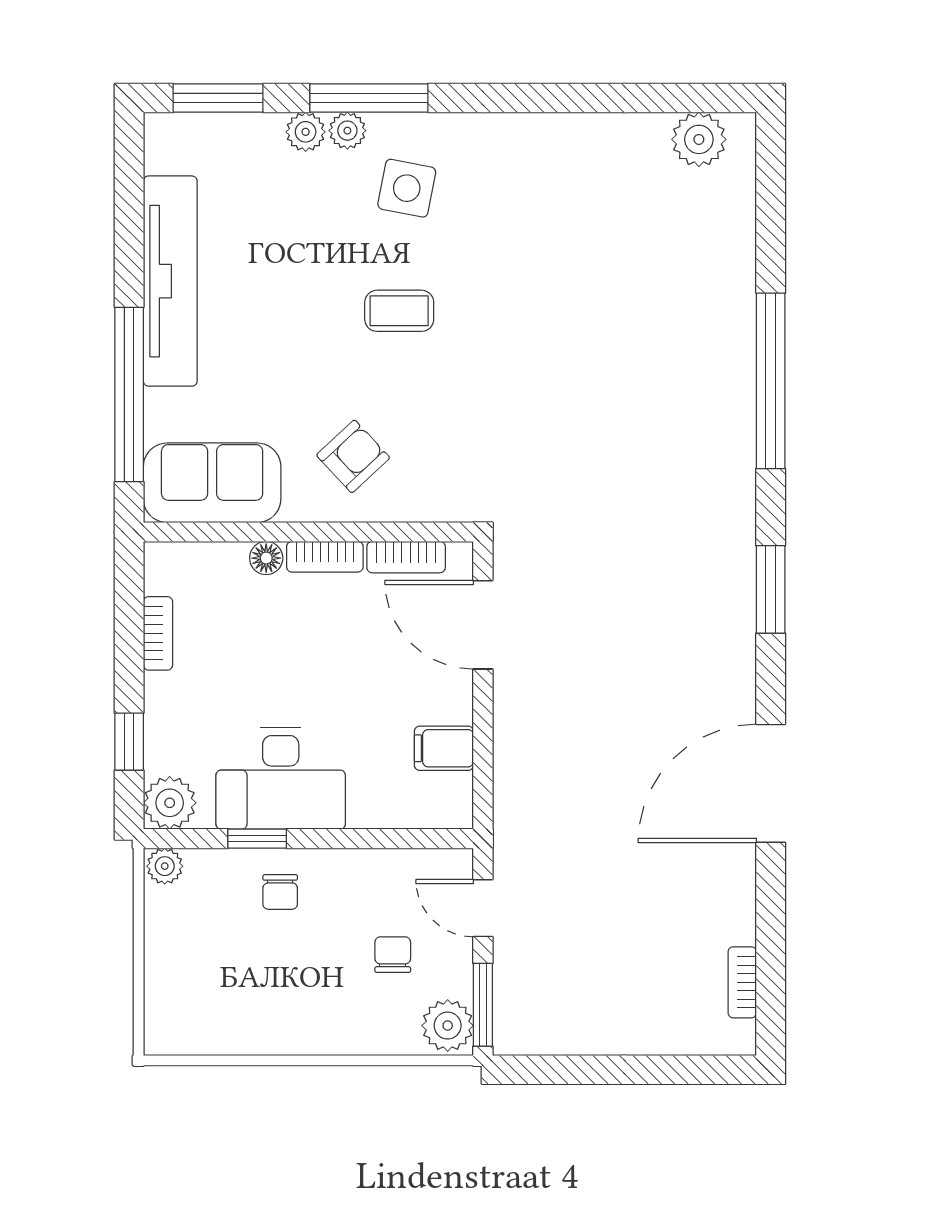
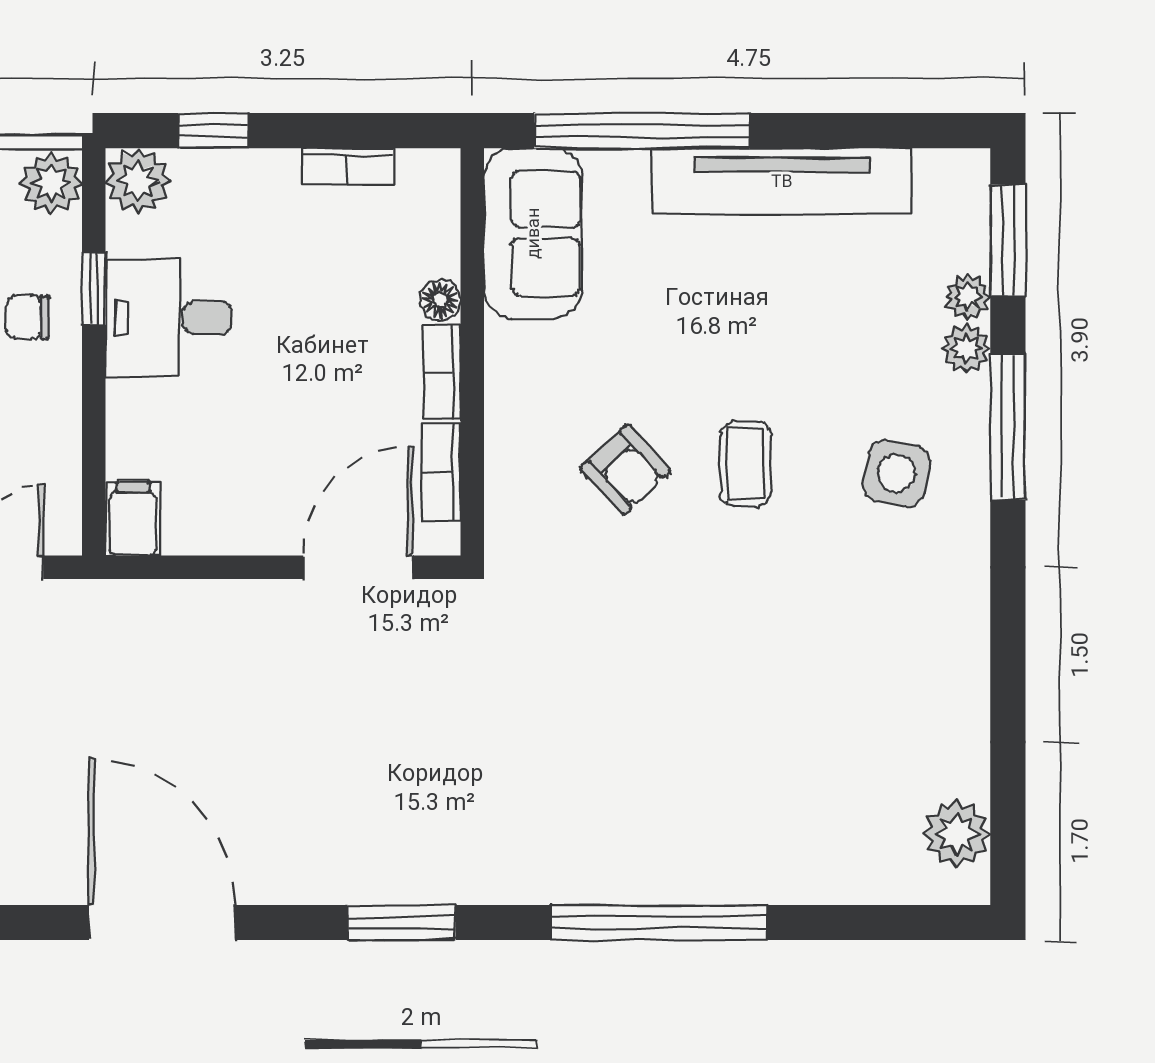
plant: (347, 131) -> (968, 297), moved
armchair: (353, 456) -> (625, 470), moved
filing cabinet: (444, 748) -> (133, 519), moved
desk: (281, 778) -> (168, 318), width x0.73
plant: (165, 866) -> (51, 183), width x1.38, depth x1.38

